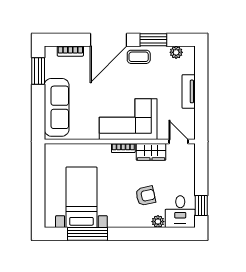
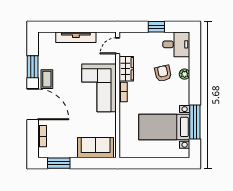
plant: (176, 52) -> (43, 48), removed
tv unit: (189, 91) -> (76, 37), width x1.41
sofa: (57, 107) -> (96, 148), width x0.73
window: (201, 206) -> (156, 27), moved
plant: (158, 222) -> (185, 74), moved

